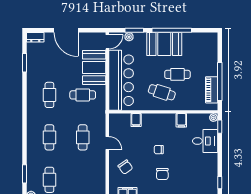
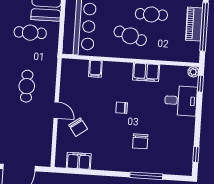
piano: (212, 90) -> (194, 24), moved
filing cabinet: (181, 120) -> (146, 72), width x2.00
door: (107, 143) -> (56, 110), moved
chair: (162, 174) -> (140, 141), moved

